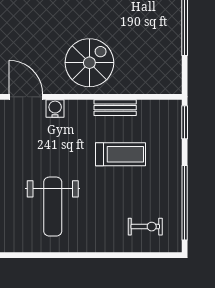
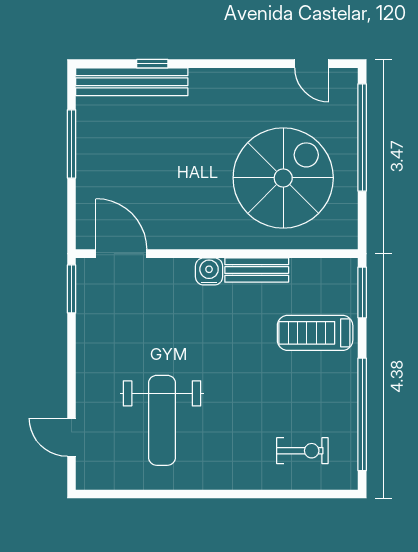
spiral stairs: (89, 63) -> (283, 178), moved, width x1.37, depth x1.37
water cooler: (55, 108) -> (209, 271), moved
treadmill: (120, 154) -> (315, 333), moved, turned 180

